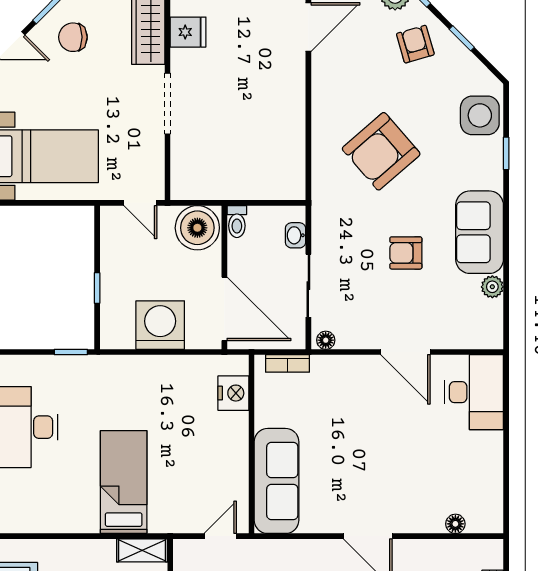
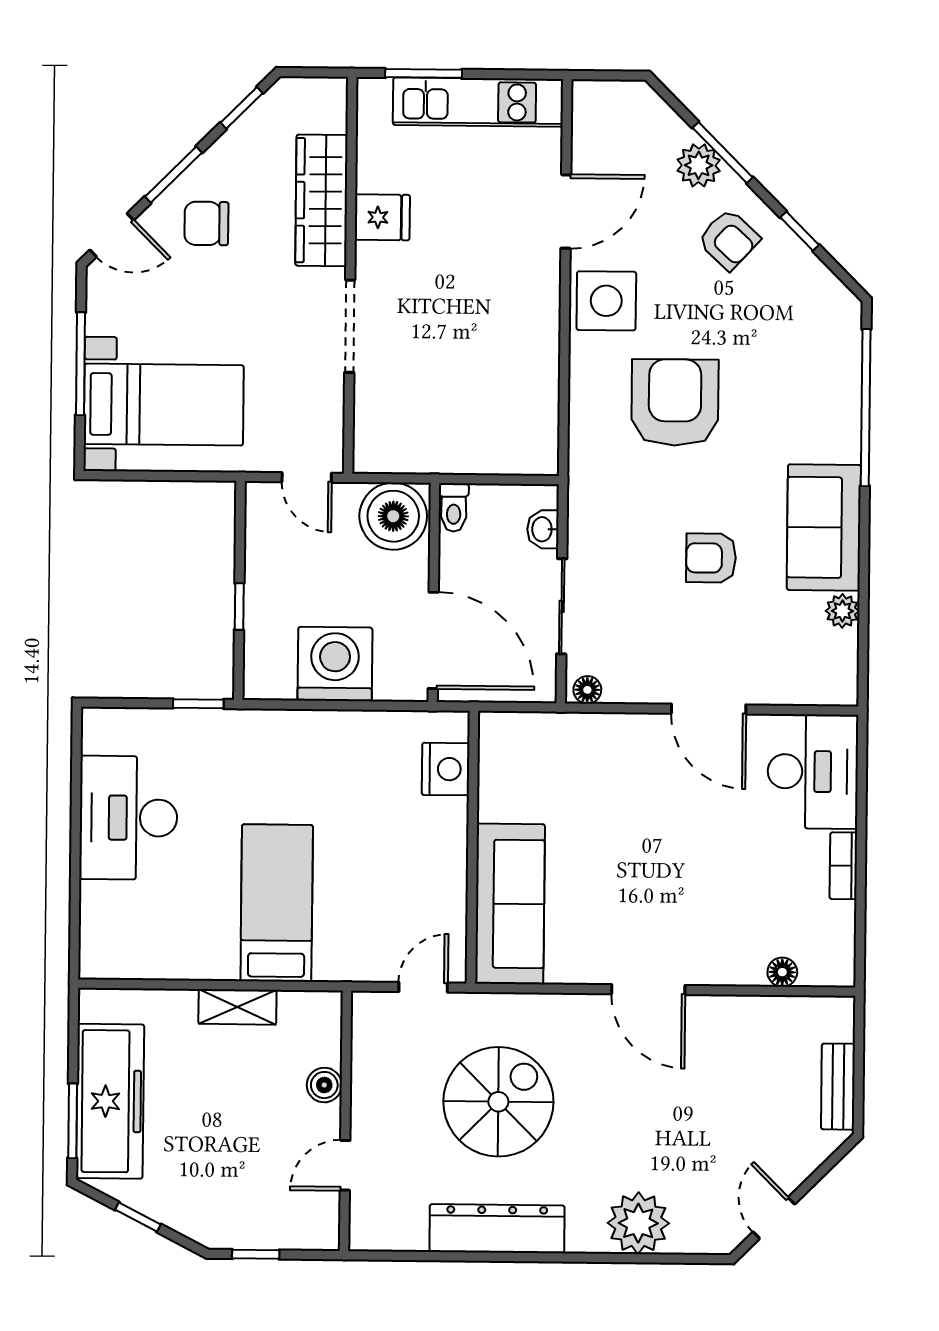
armchair: (415, 44) -> (729, 239), turned 149
side table: (480, 115) -> (606, 301), moved
armchair: (381, 151) -> (675, 402), turned 131
window: (506, 153) -> (866, 408), width x3.17
bookcase: (287, 363) -> (843, 866), moved, turned 90
shelving: (142, 550) -> (237, 1007), moved

